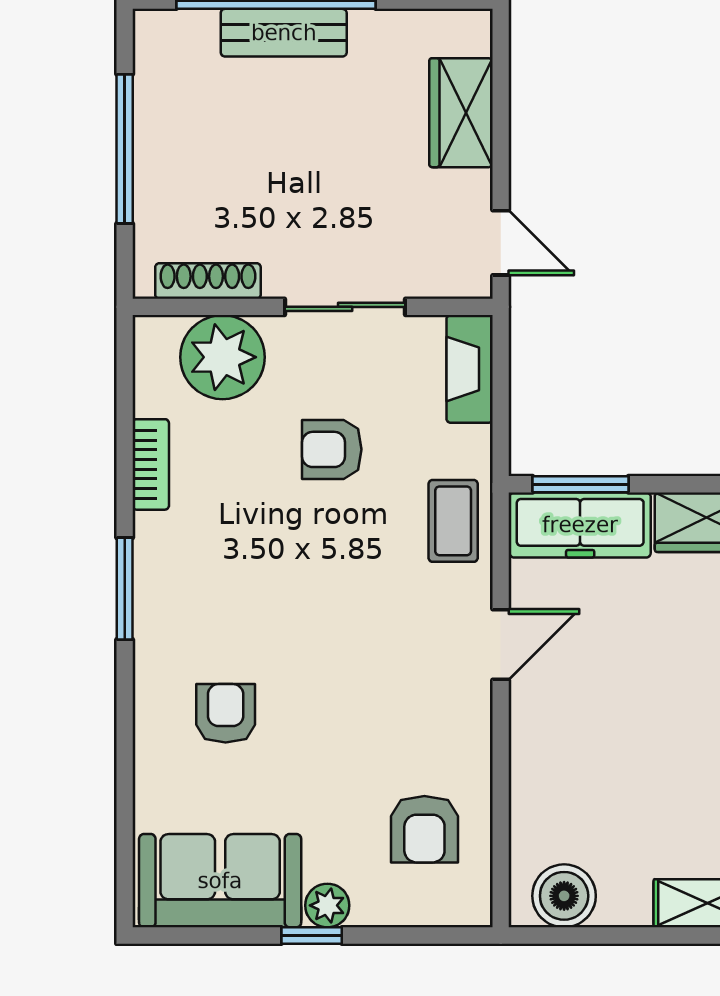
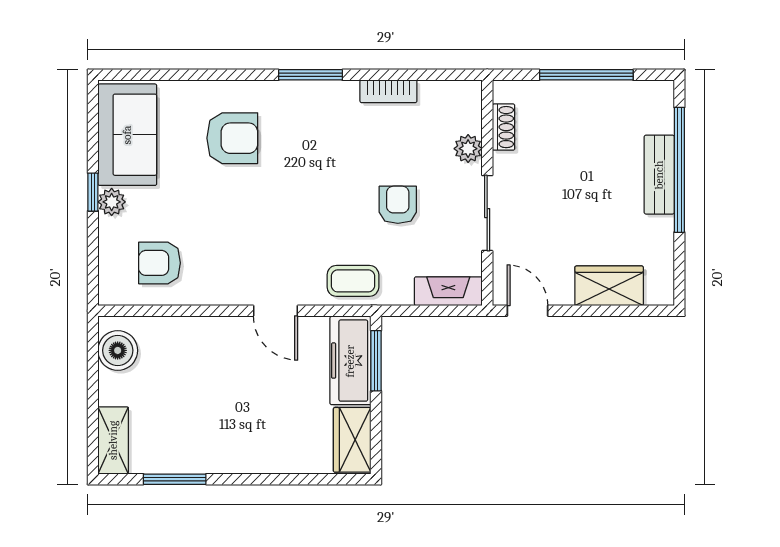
door: (501, 243) -> (527, 311), swing flipped
shoe rack: (208, 281) -> (504, 127), width x0.70
plant: (223, 357) -> (468, 149), width x0.53, depth x0.53
armchair: (226, 713) -> (232, 138), width x1.38, depth x1.38

